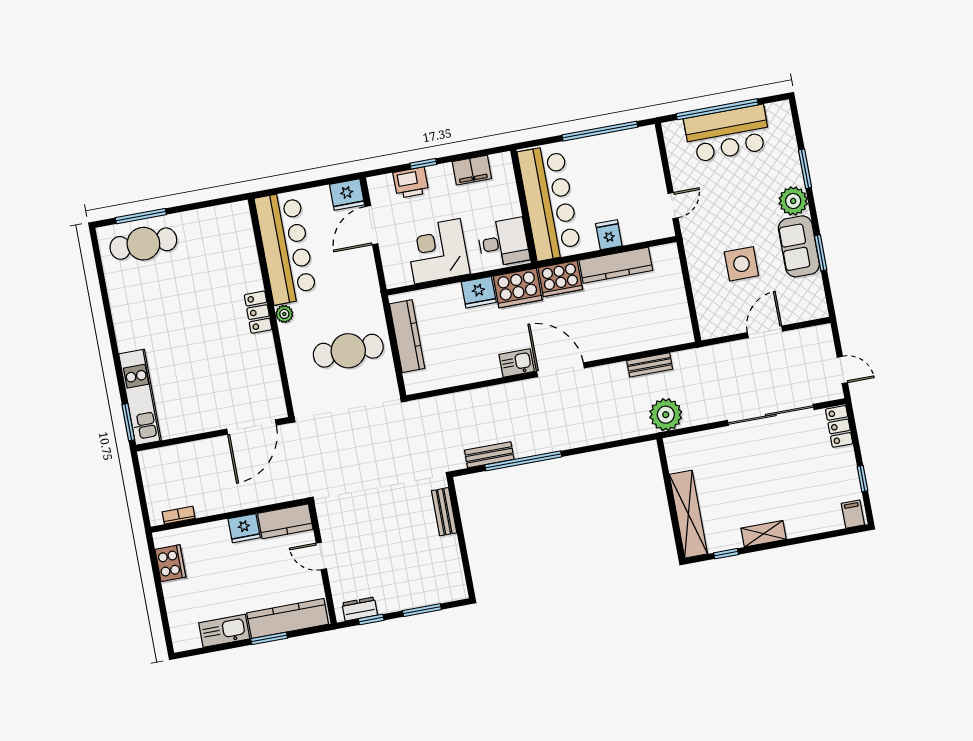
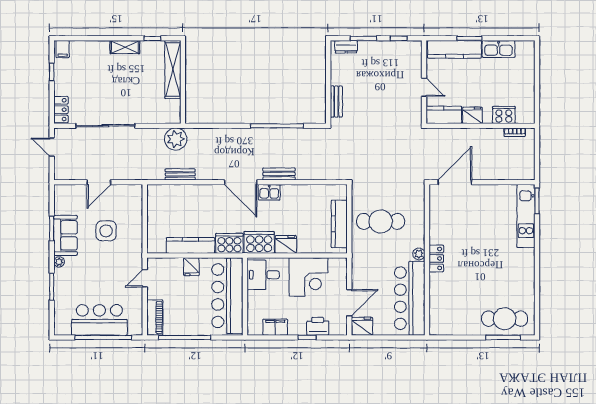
piano: (648, 152) -> (155, 318), added
plant: (793, 201) -> (59, 262), width x0.53, depth x0.53
bench: (489, 455) -> (279, 174), moved
cooker: (170, 563) -> (504, 115), moved, turned 90
dresser: (360, 609) -> (346, 47), moved

